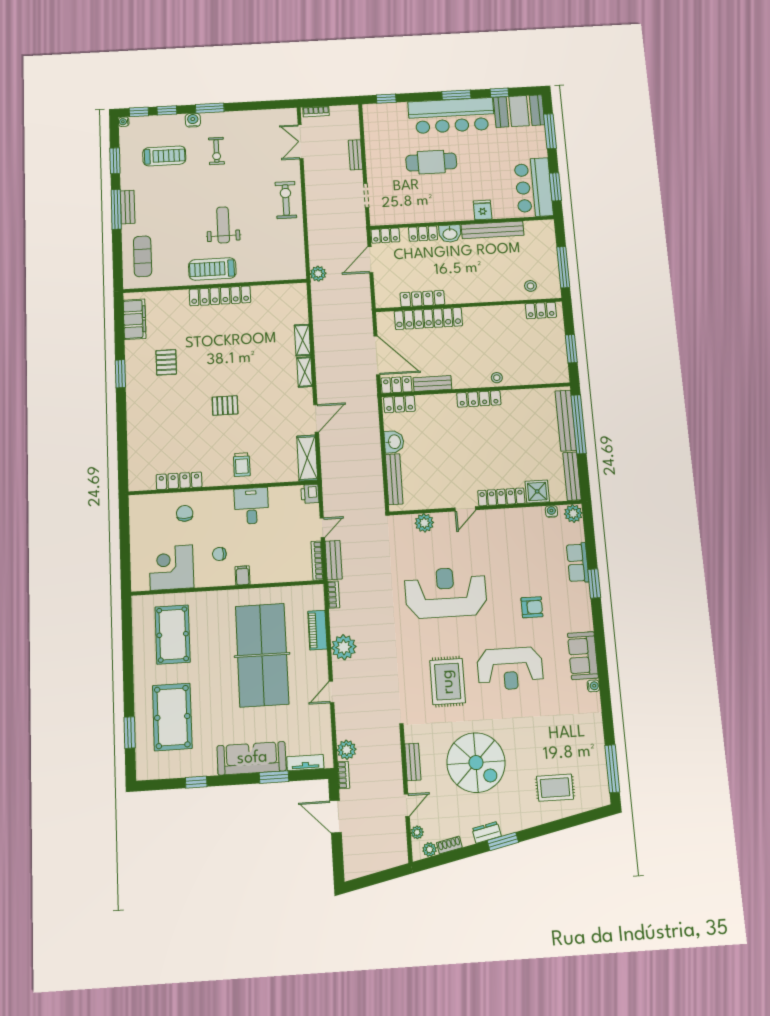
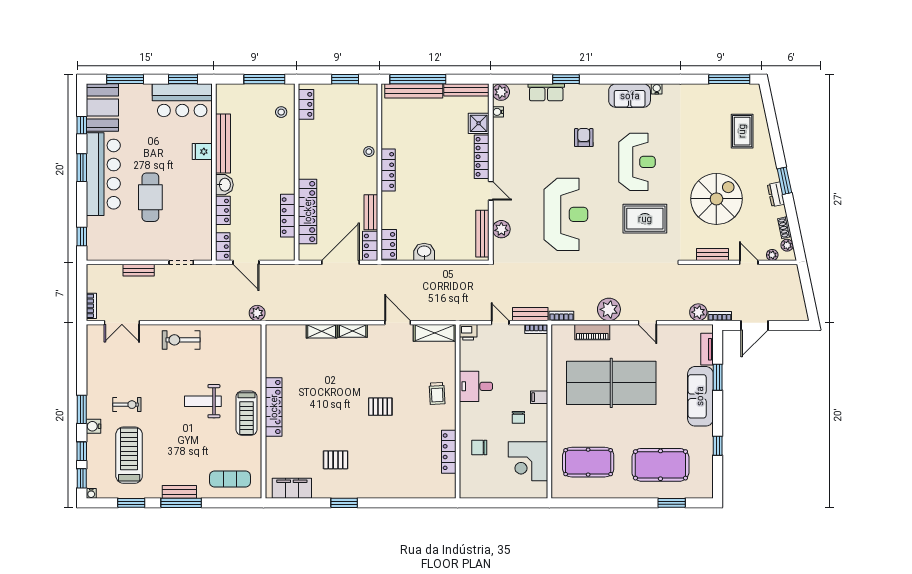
treadmill: (164, 156) -> (129, 455), width x1.37, depth x1.38
pallet: (225, 405) -> (380, 407), turned 90
trolley: (242, 465) -> (437, 393), turned 87
bench: (394, 479) -> (482, 234), moved, turned 90
bookcase: (317, 561) -> (536, 329), width x0.64
reception desk: (446, 593) -> (566, 214), turned 180

